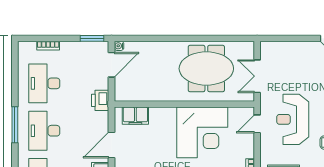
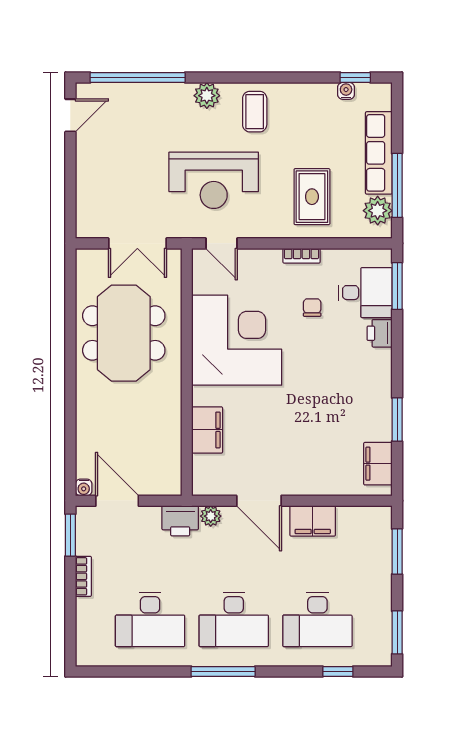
bookcase: (48, 46) -> (83, 576), moved
filing cabinet: (135, 116) -> (207, 430), moved
plant: (103, 118) -> (211, 516), added

